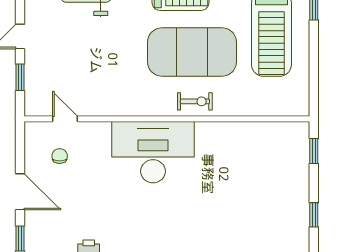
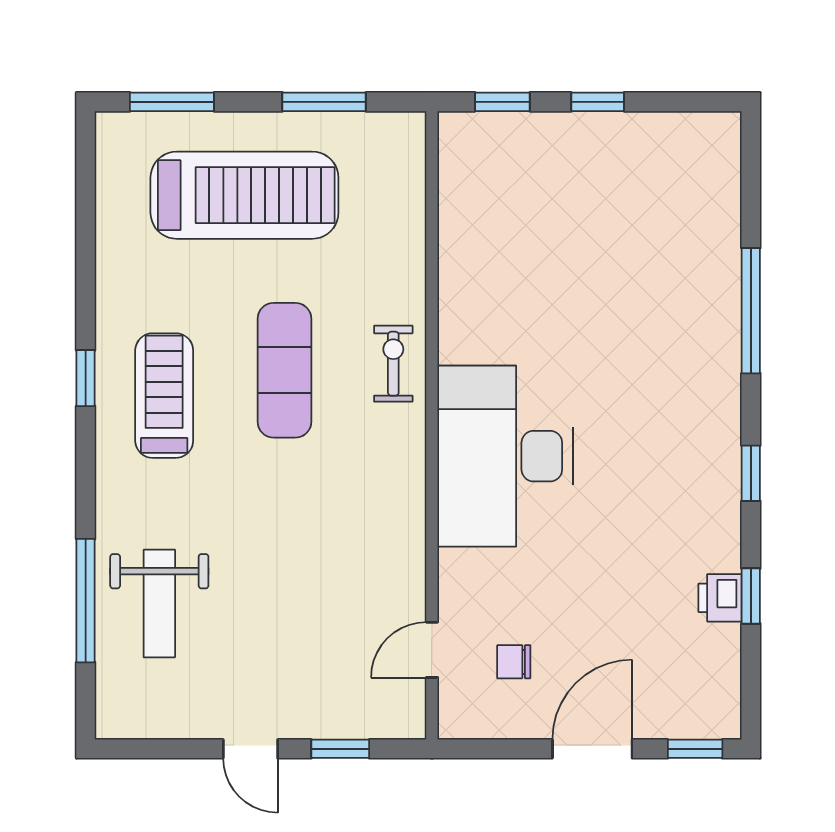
exercise mat: (192, 52) -> (284, 370), width x0.50, depth x0.69
window: (314, 70) -> (324, 102), added
window: (314, 215) -> (598, 102), moved

